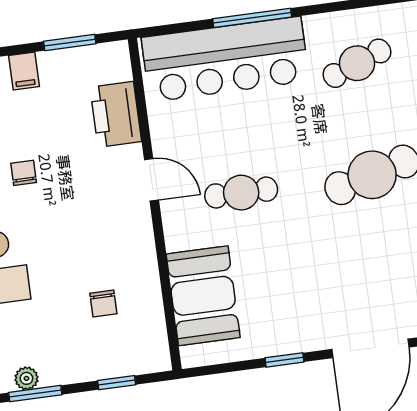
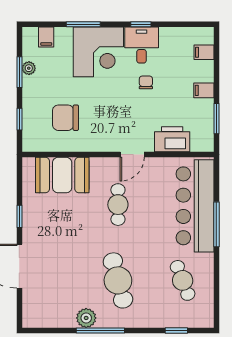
chair: (24, 173) -> (146, 82), turned -90
chair: (103, 303) -> (65, 118), width x1.87, depth x1.87

